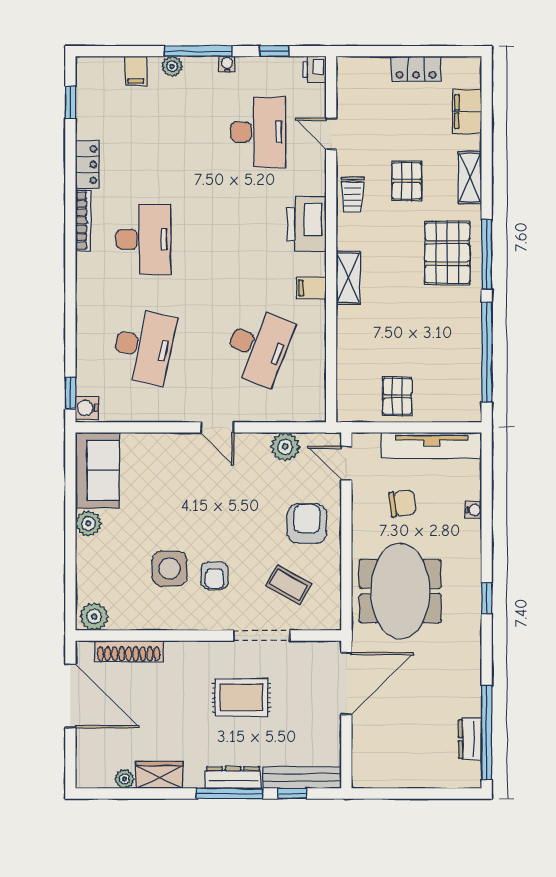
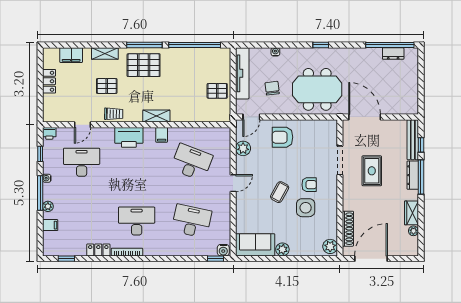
coffee table: (288, 585) -> (280, 192), moved

